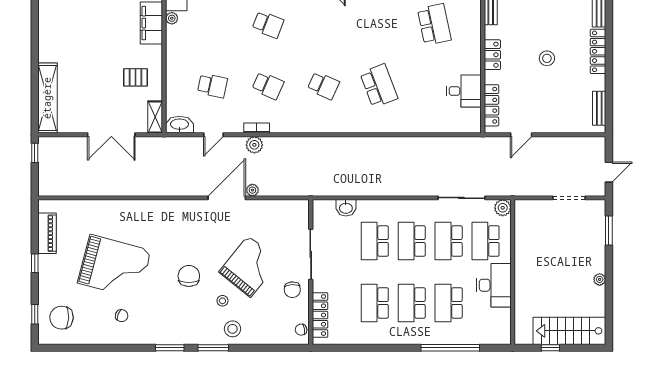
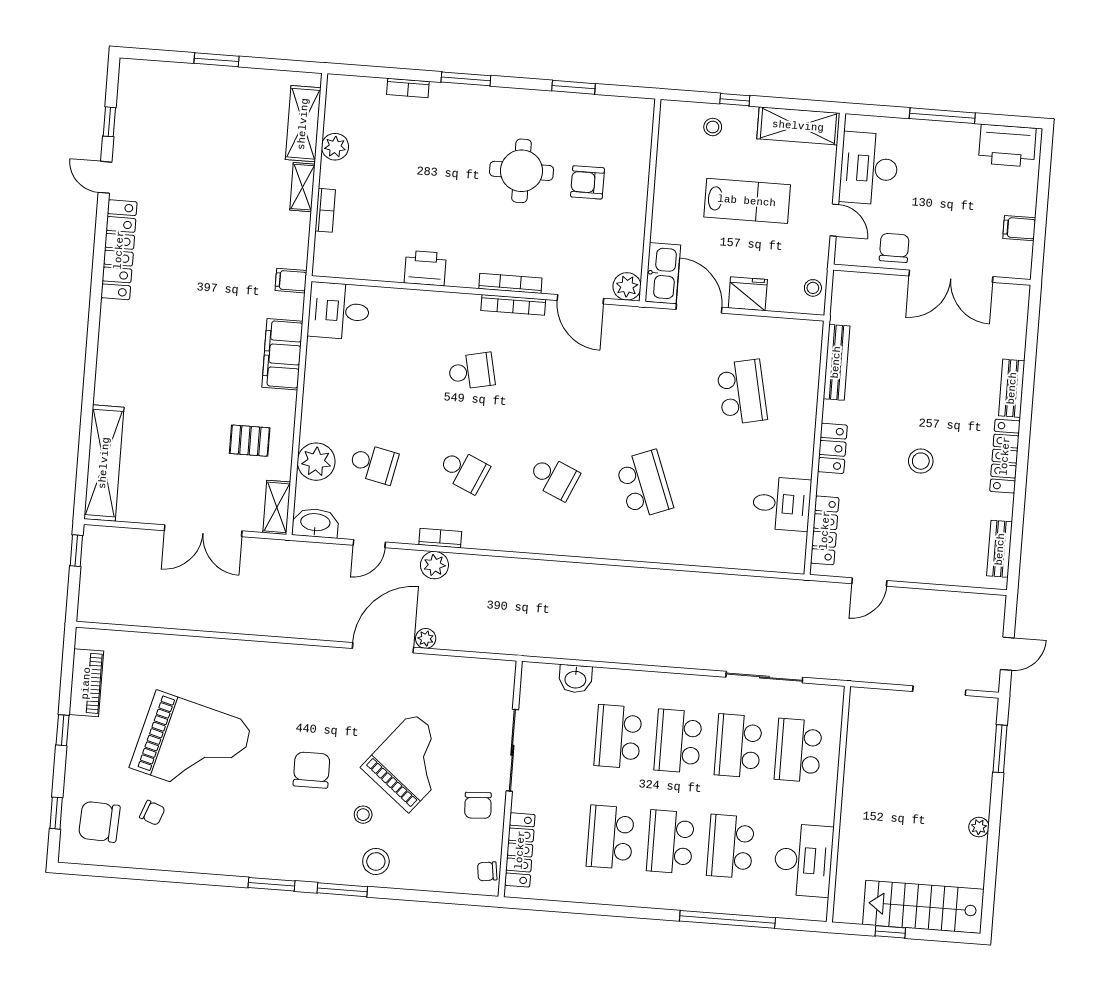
plant: (172, 18) -> (316, 462), moved, width x1.88, depth x1.88
school desk: (268, 25) -> (472, 371), turned -33
plant: (503, 208) -> (830, 698), removed
desk: (494, 285) -> (803, 860), moved
chair: (122, 316) -> (152, 813), moved

